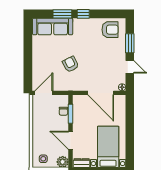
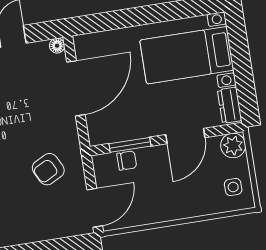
armchair: (71, 64) -> (48, 169), moved
door: (44, 93) -> (95, 208), swing flipped

